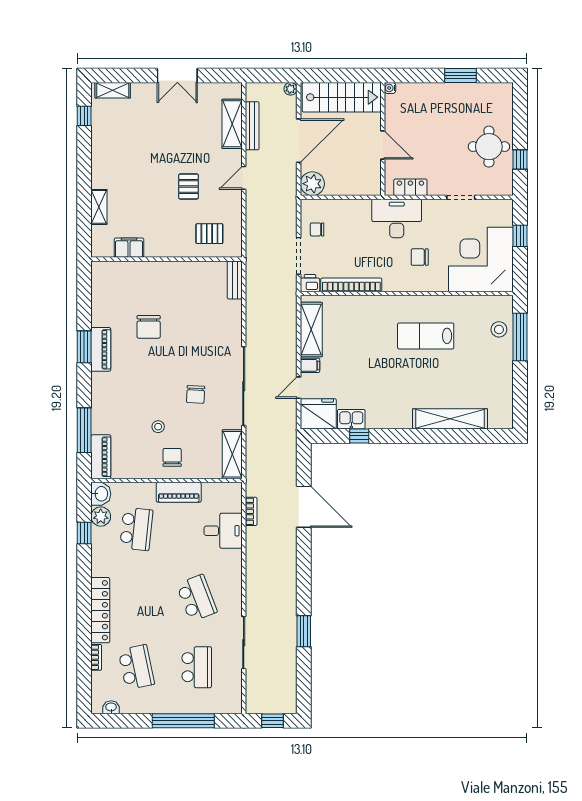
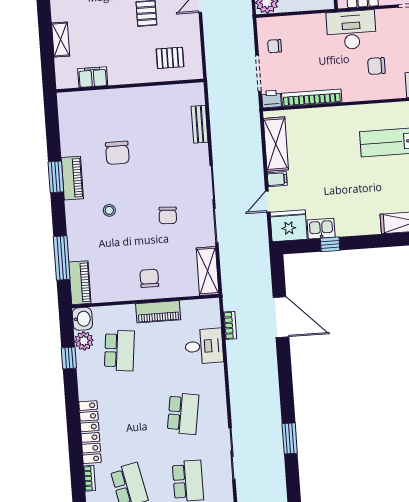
bench: (235, 280) -> (200, 124), moved
stool: (158, 427) -> (109, 210), moved
school desk: (197, 598) -> (183, 414), turned 30

